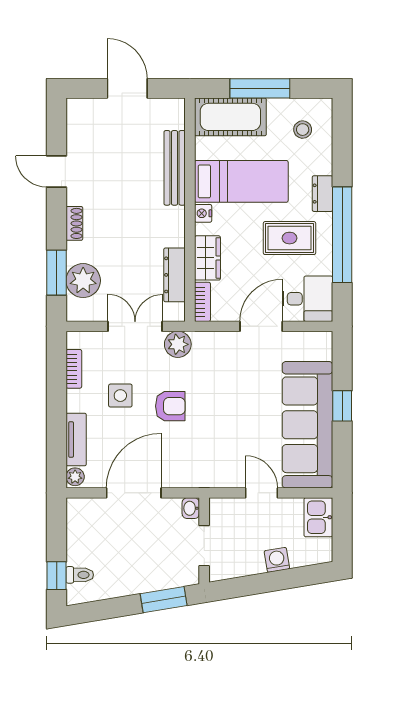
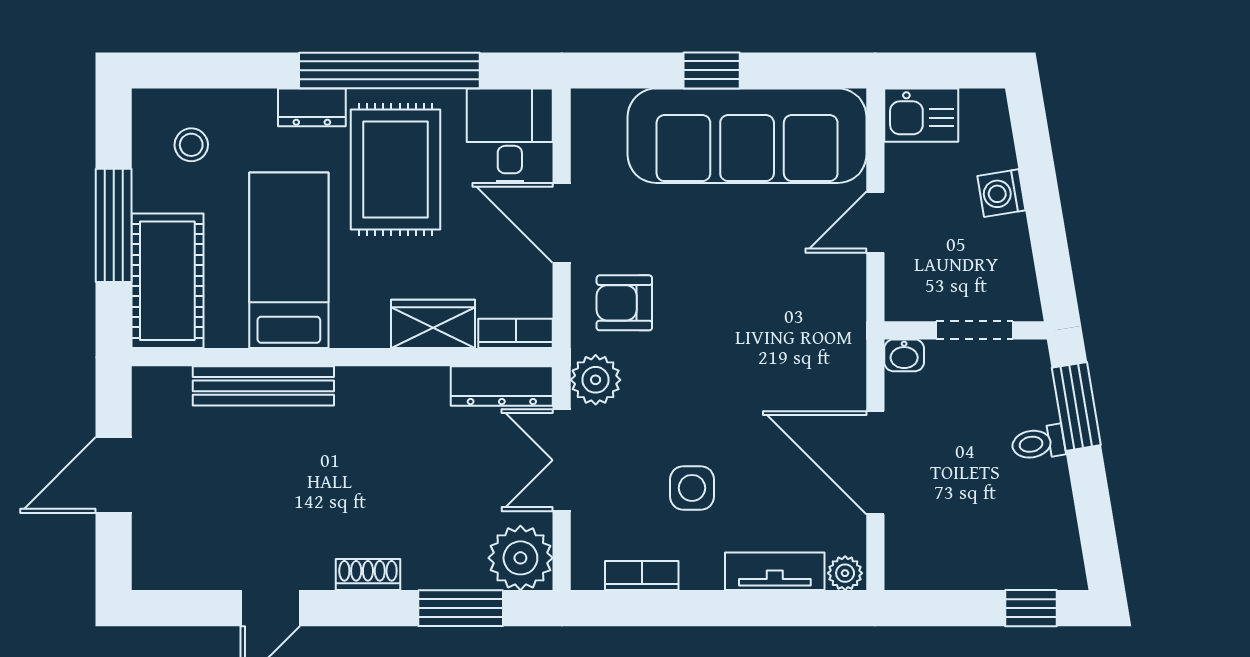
nightstand: (203, 213) -> (349, 332), removed
rug: (289, 238) -> (396, 169), width x1.36, depth x1.43
dresser: (174, 275) -> (502, 386), moved
plant: (83, 281) -> (520, 558), moved
armchair: (170, 406) -> (624, 303), moved, turned -90
toilet: (80, 575) -> (1038, 443), moved, turned -99

